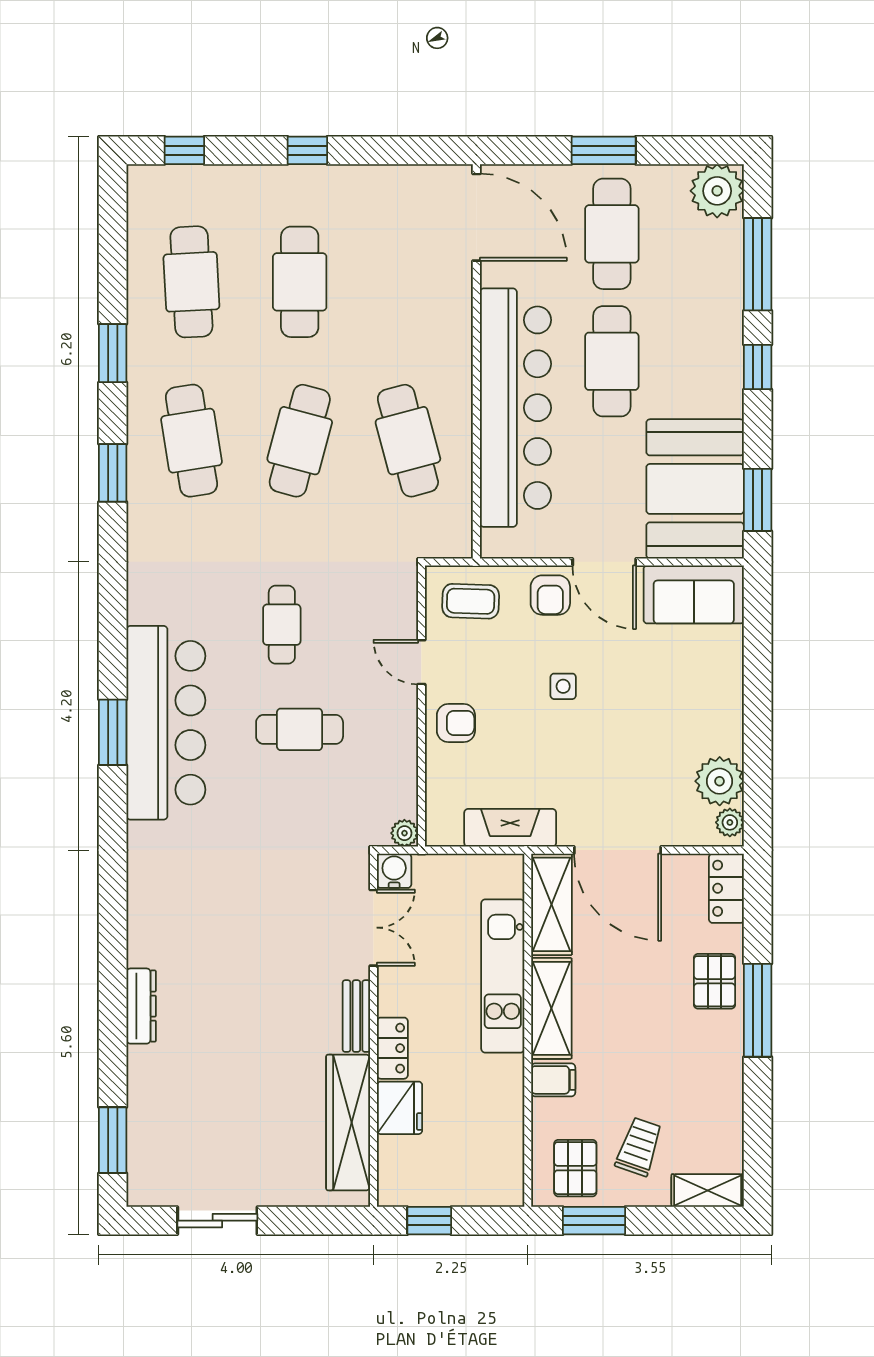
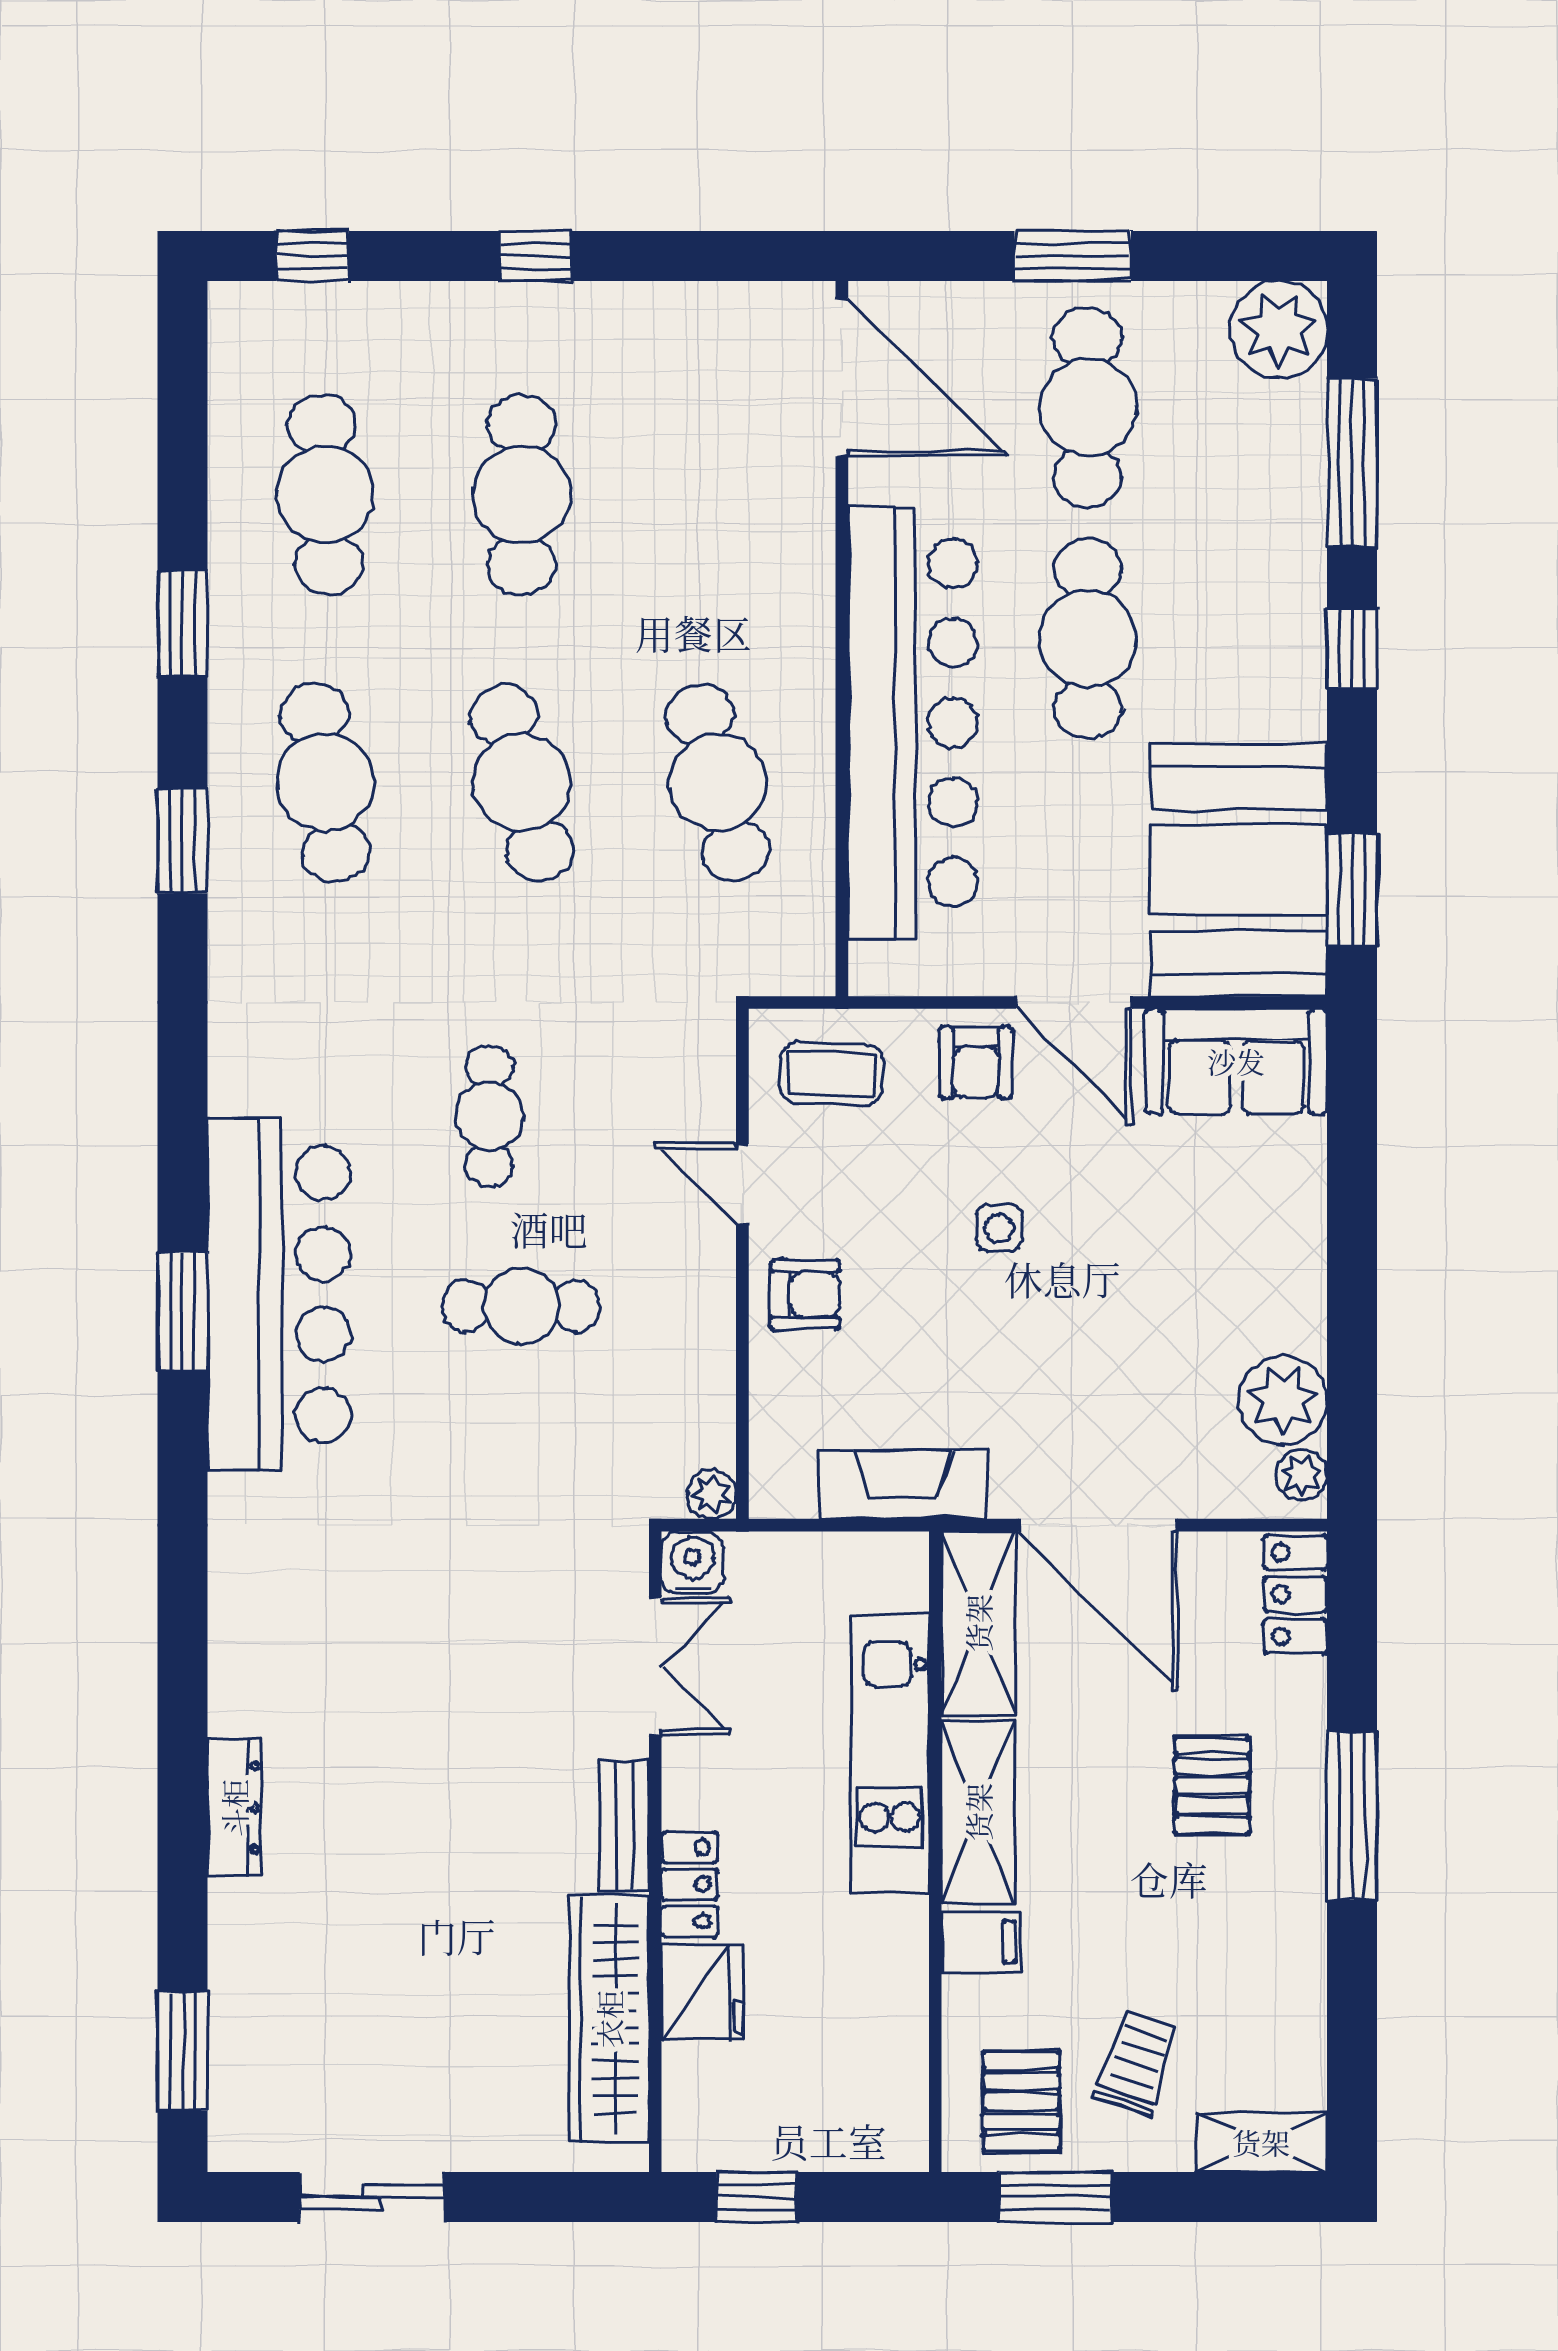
cafe table: (300, 441) -> (522, 783), turned -30
pallet: (714, 981) -> (1212, 1786), moved

